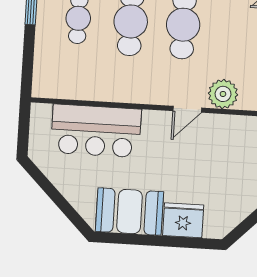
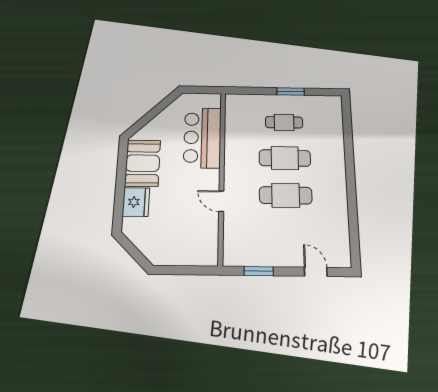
plant: (223, 94) -> (235, 227), removed

